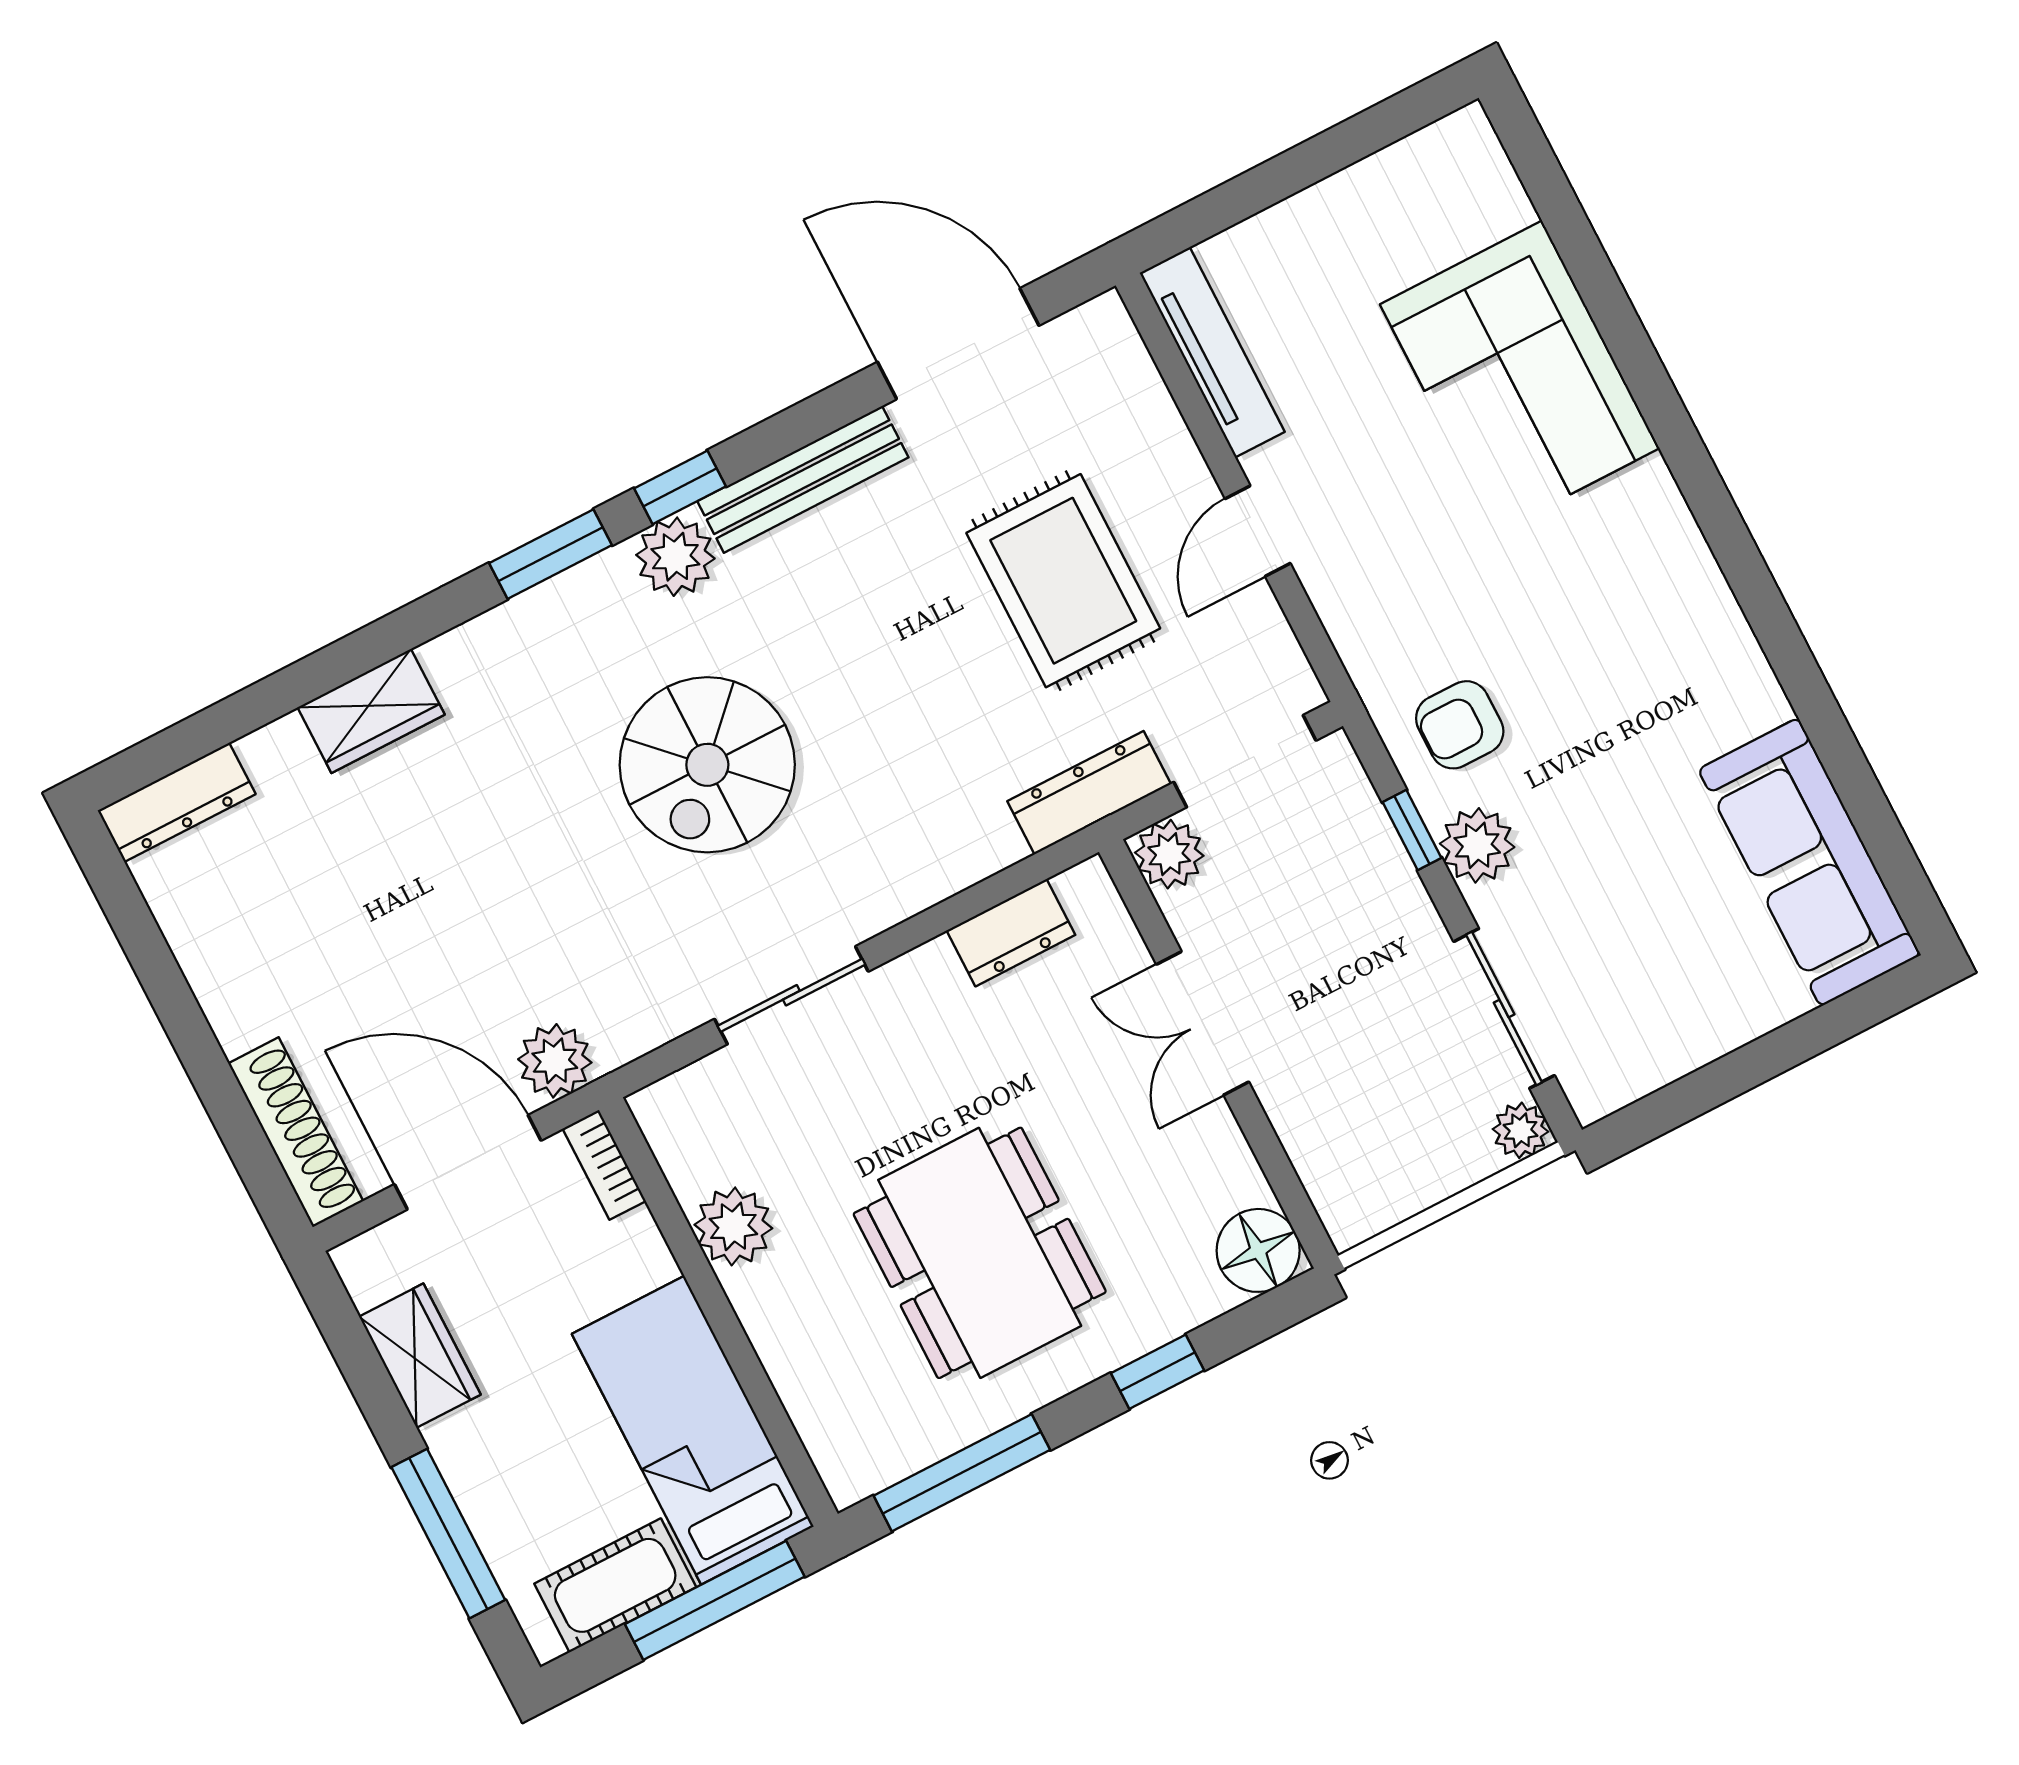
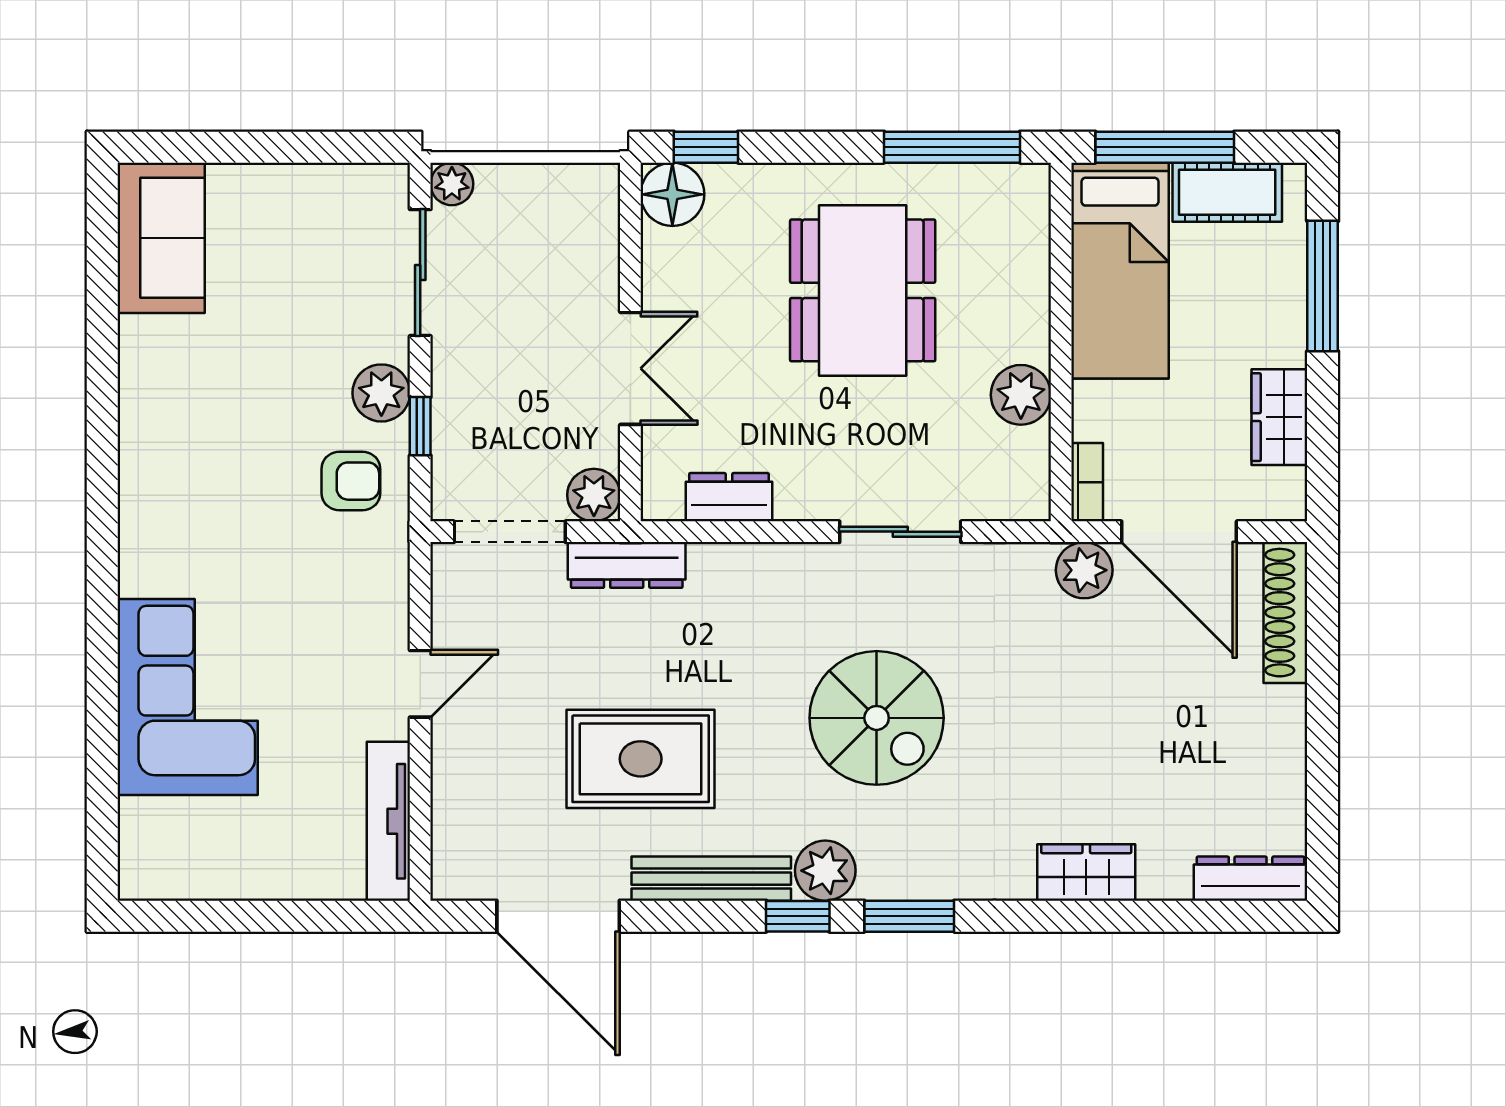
rug: (1063, 581) -> (641, 759), moved, turned 90
spiral stairs: (707, 765) -> (877, 718), turned 90
sofa: (1809, 862) -> (161, 238), width x0.73
window: (1158, 1372) -> (706, 147), moved

